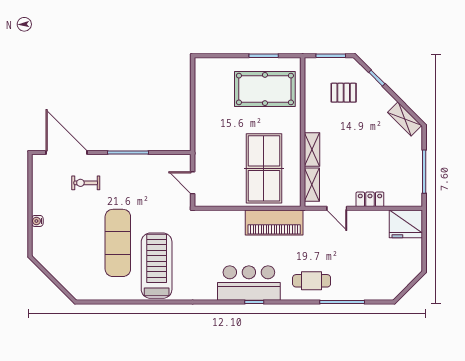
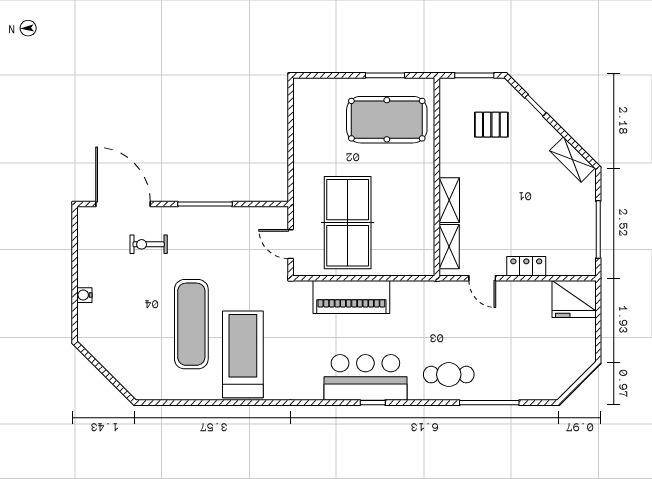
table tennis table: (264, 168) -> (348, 223), moved
piano: (274, 223) -> (351, 297), moved

